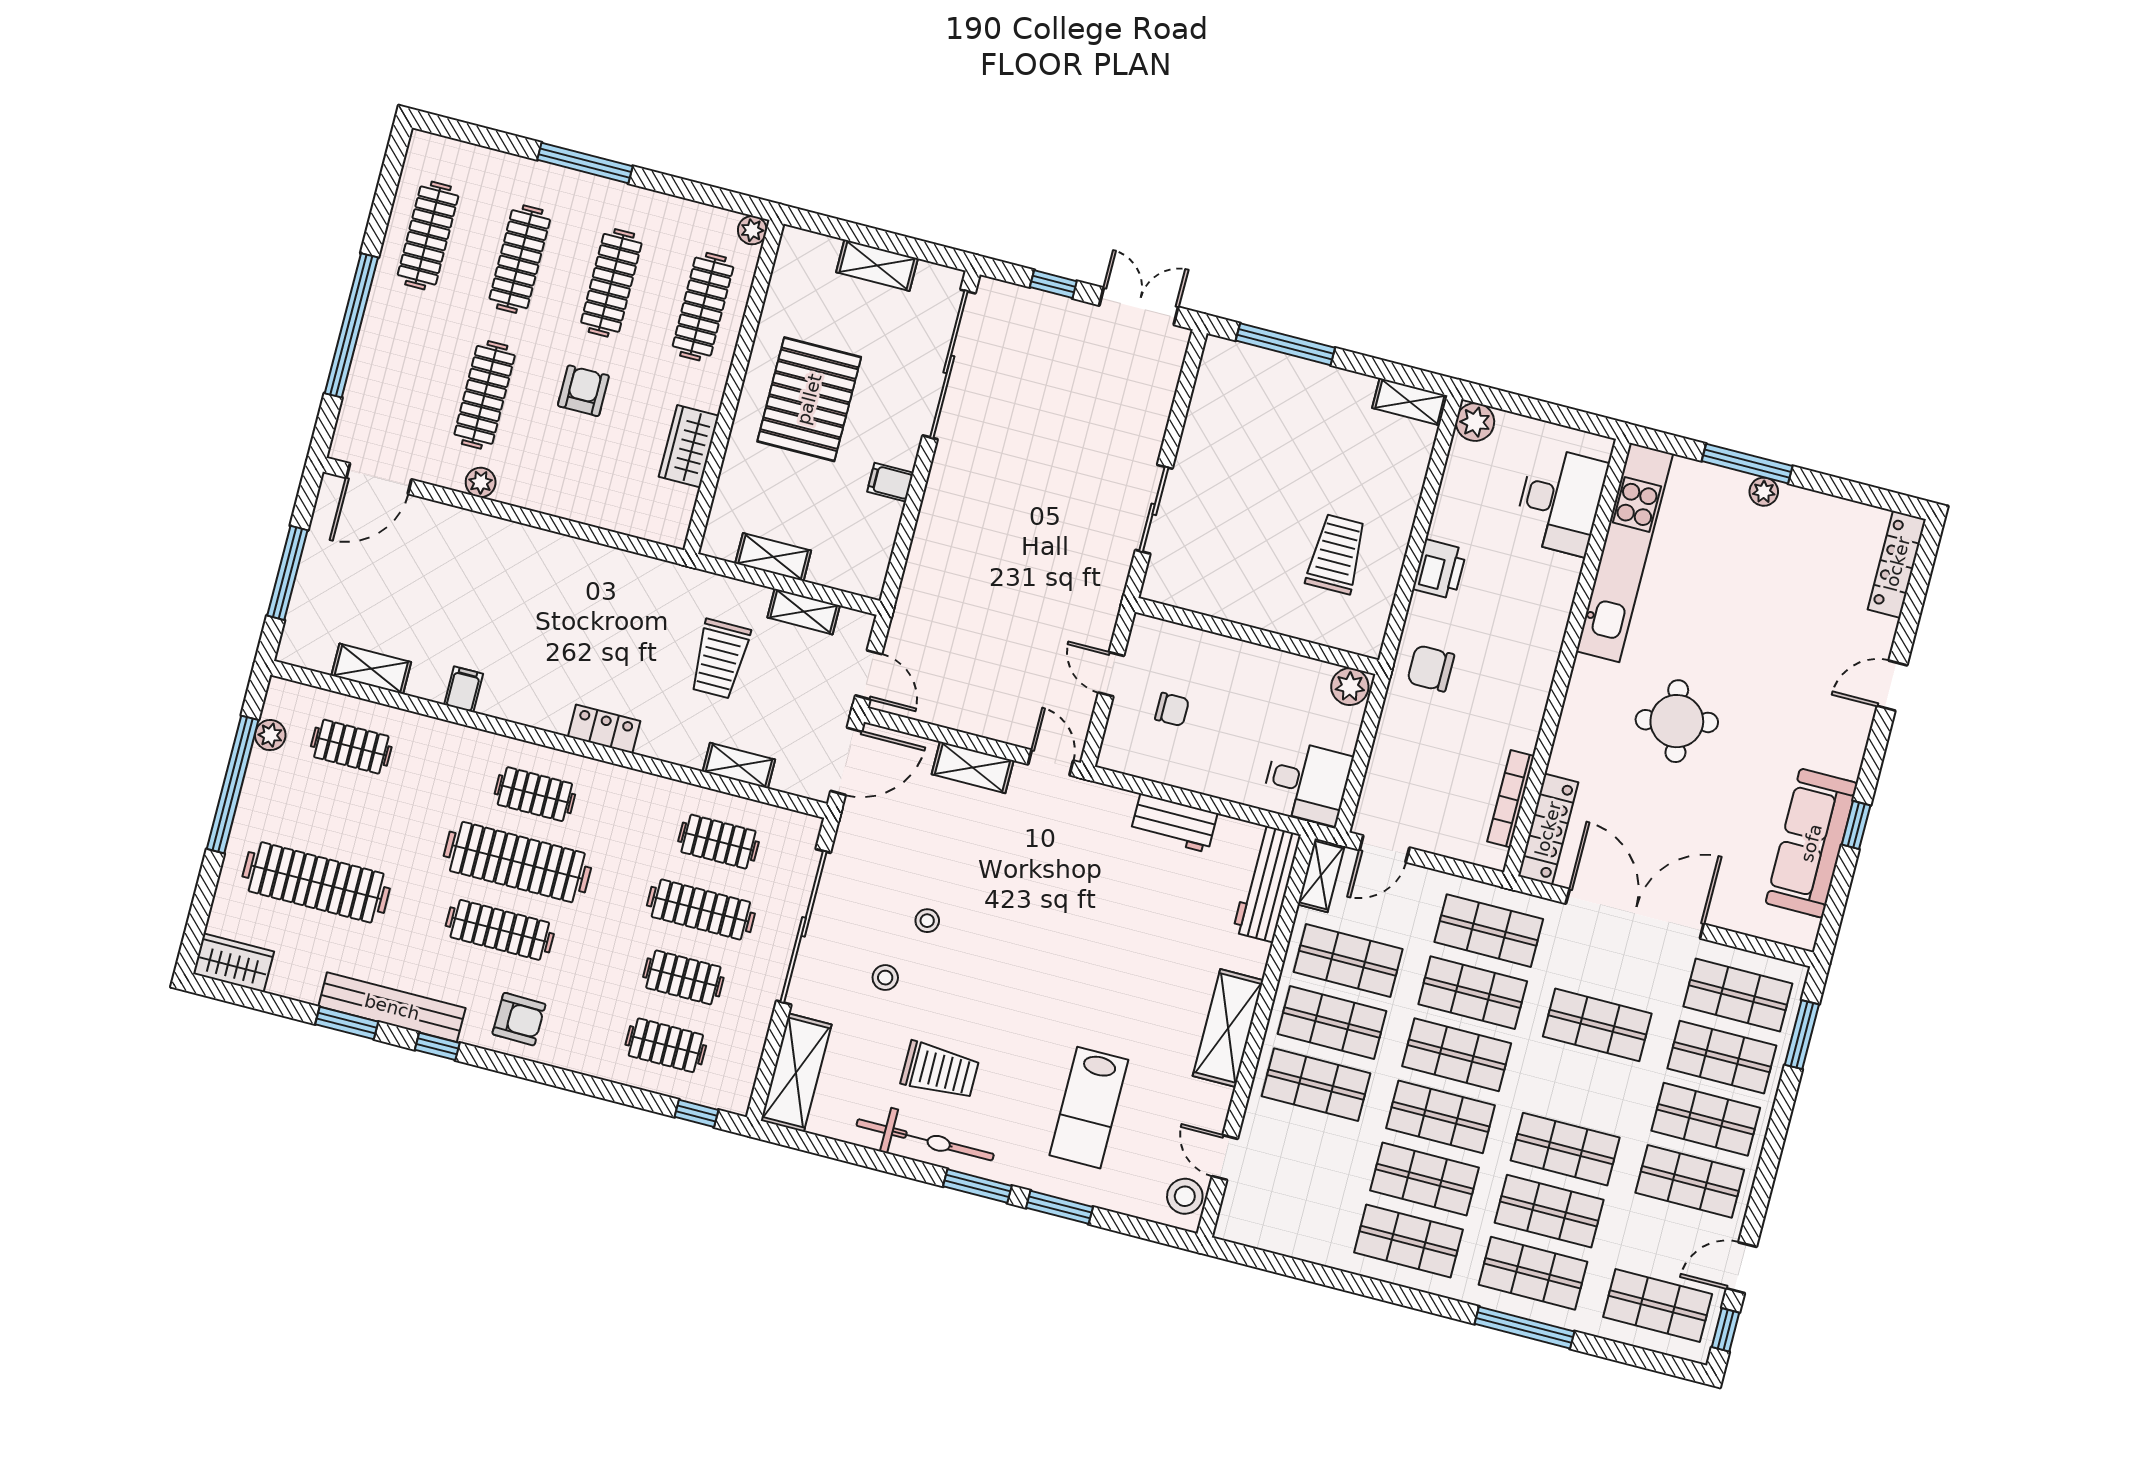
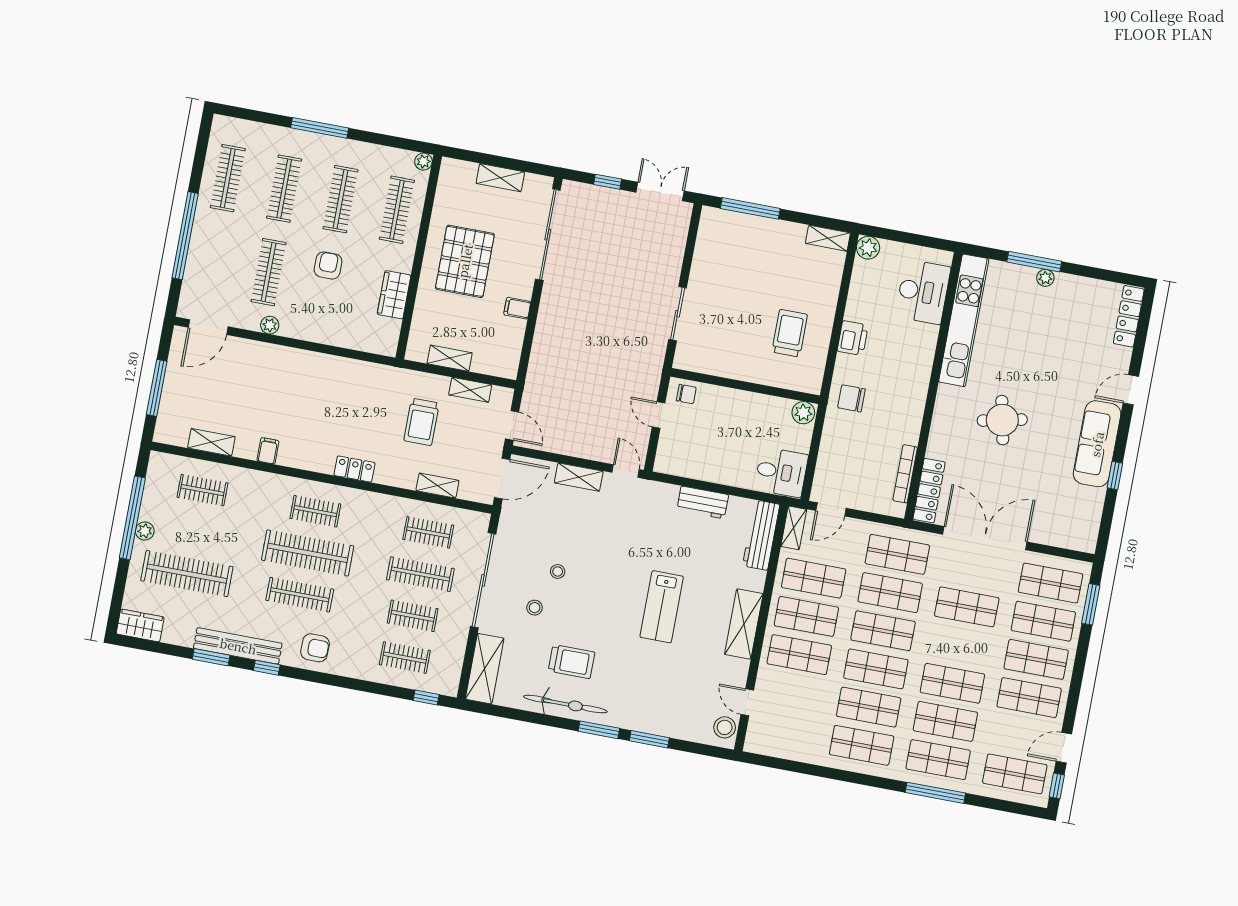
chair: (1172, 709) -> (686, 394), moved
plant: (270, 735) -> (145, 531), moved
sofa: (1811, 843) -> (1097, 444), moved
lab bench: (1089, 1108) -> (662, 607), moved

